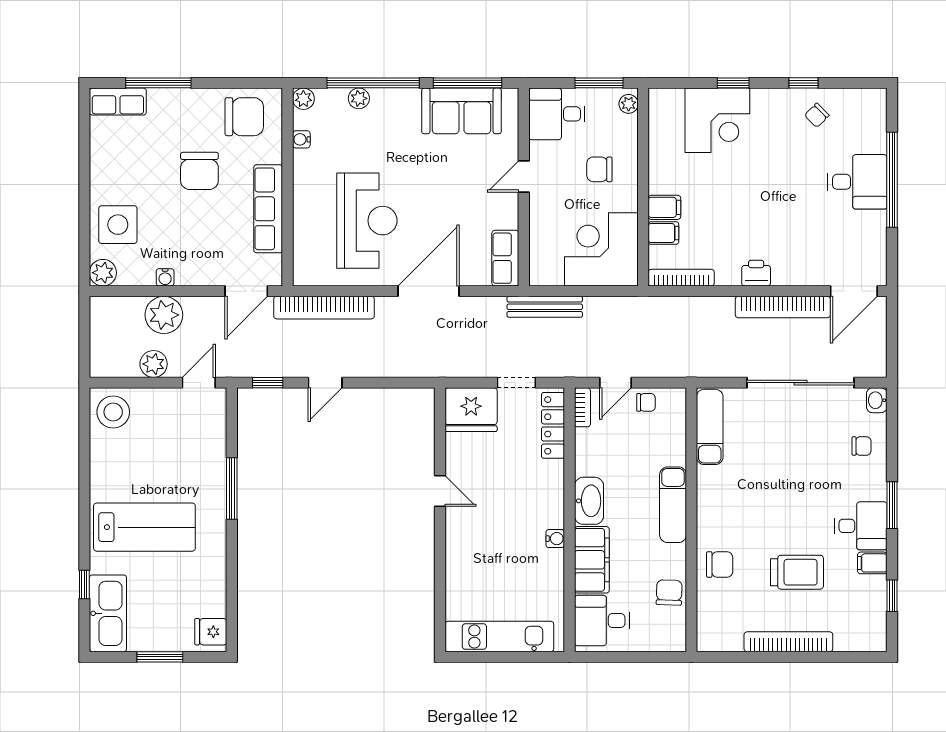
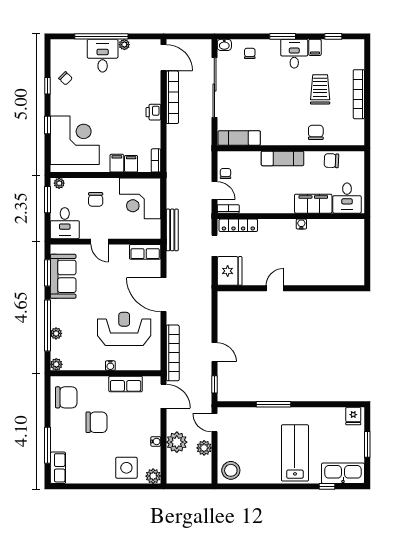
window: (468, 83) -> (47, 273), width x0.69
chair: (244, 117) -> (66, 397), turned 90
corner desk: (717, 120) -> (75, 140), width x1.36, depth x1.36
water cooler: (301, 139) -> (110, 366), moved
row of seats: (268, 209) -> (126, 384), width x0.68
plant: (877, 221) -> (124, 45), added
bookcase: (681, 278) -> (156, 160), width x0.64
washbasin: (589, 501) -> (280, 205), removed
kitchen unit: (499, 637) -> (356, 255), removed

